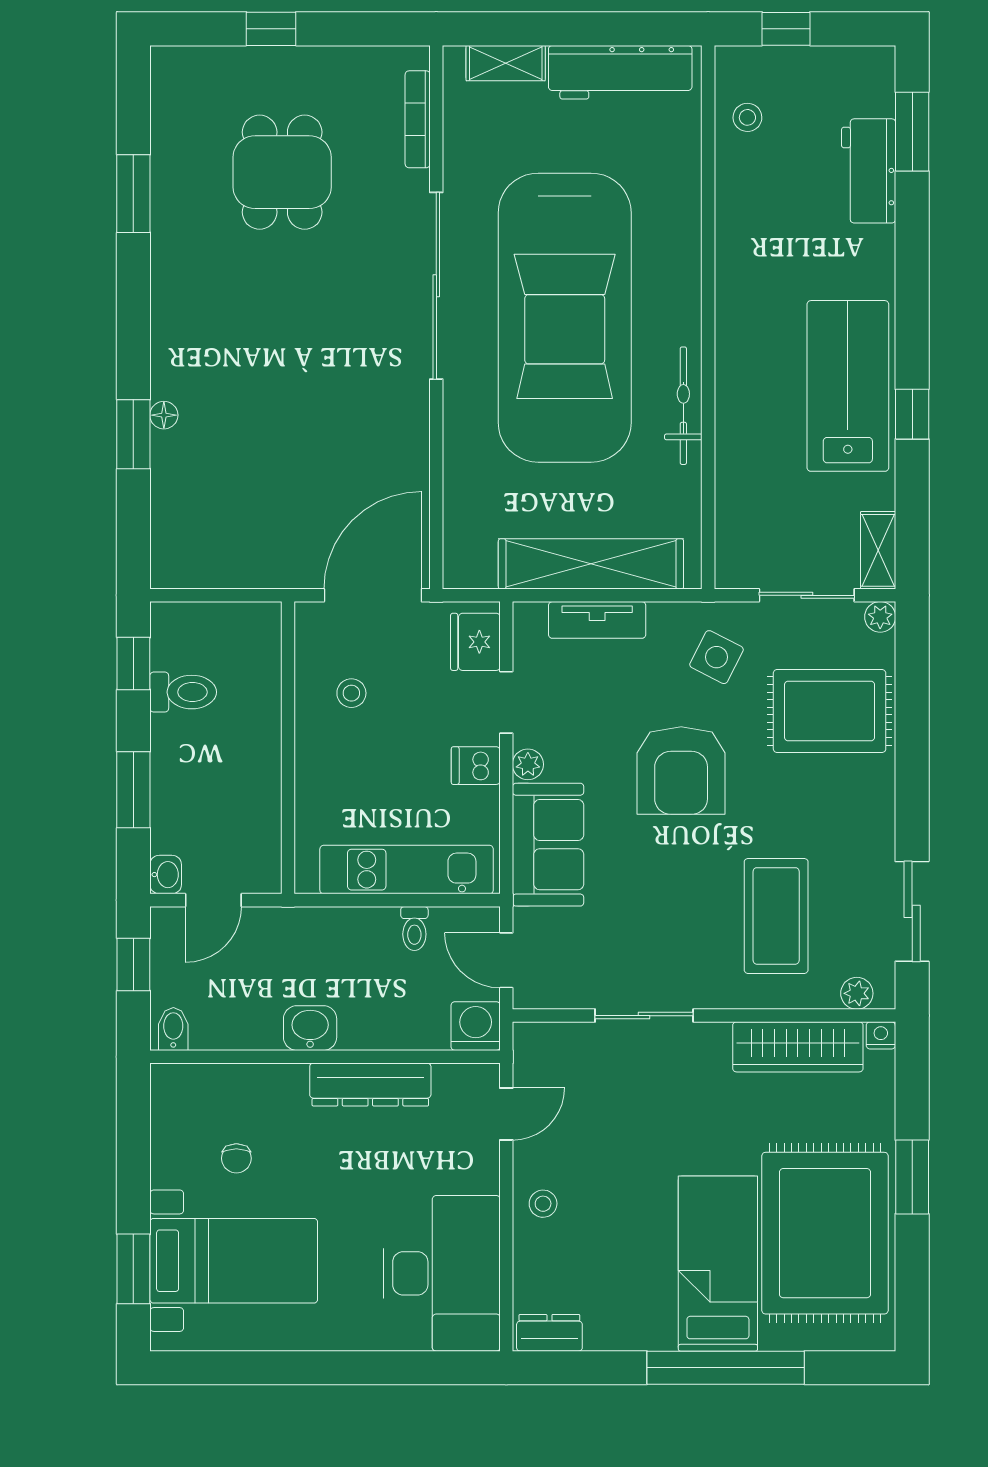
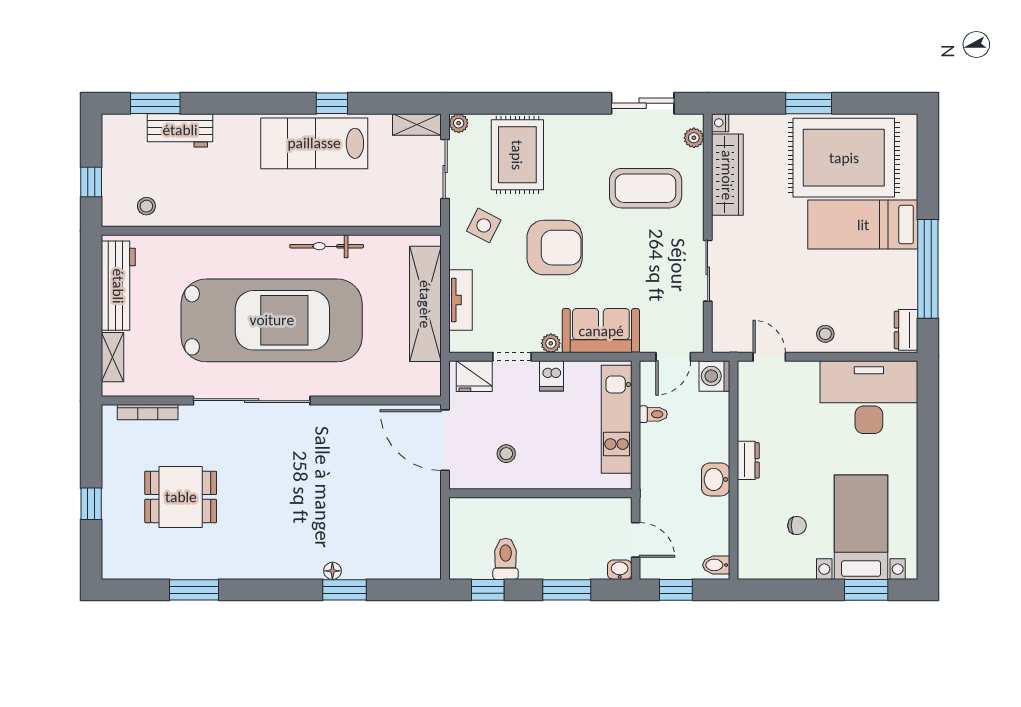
dresser: (370, 1084) -> (748, 460), width x0.51, depth x0.80
window: (726, 1368) -> (928, 269), moved

